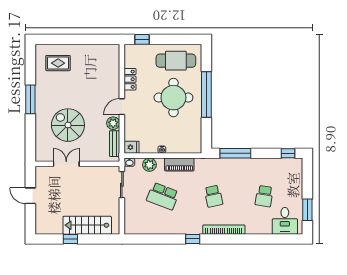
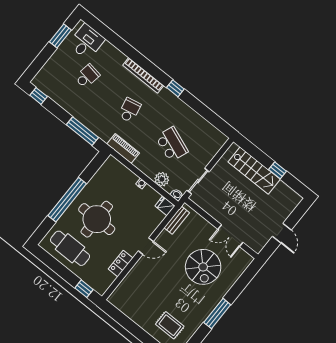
plant: (113, 123) -> (164, 238), removed
piano: (179, 165) -> (123, 148), moved

